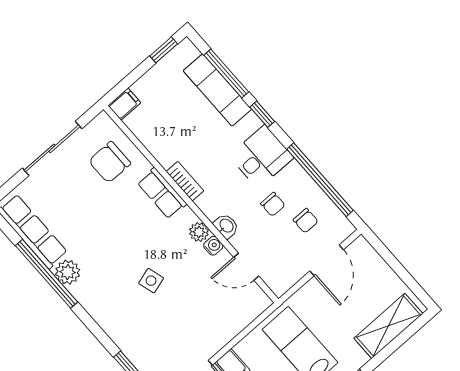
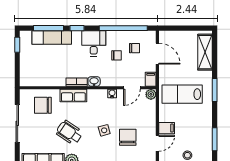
filing cabinet: (124, 104) -> (151, 79), moved
chair: (110, 162) -> (43, 105), turned 90
washbasin: (226, 226) -> (94, 81), moved
plant: (199, 232) -> (151, 94), moved
wheelchair: (104, 234) -> (69, 133), added
chair: (171, 323) -> (128, 137), added

